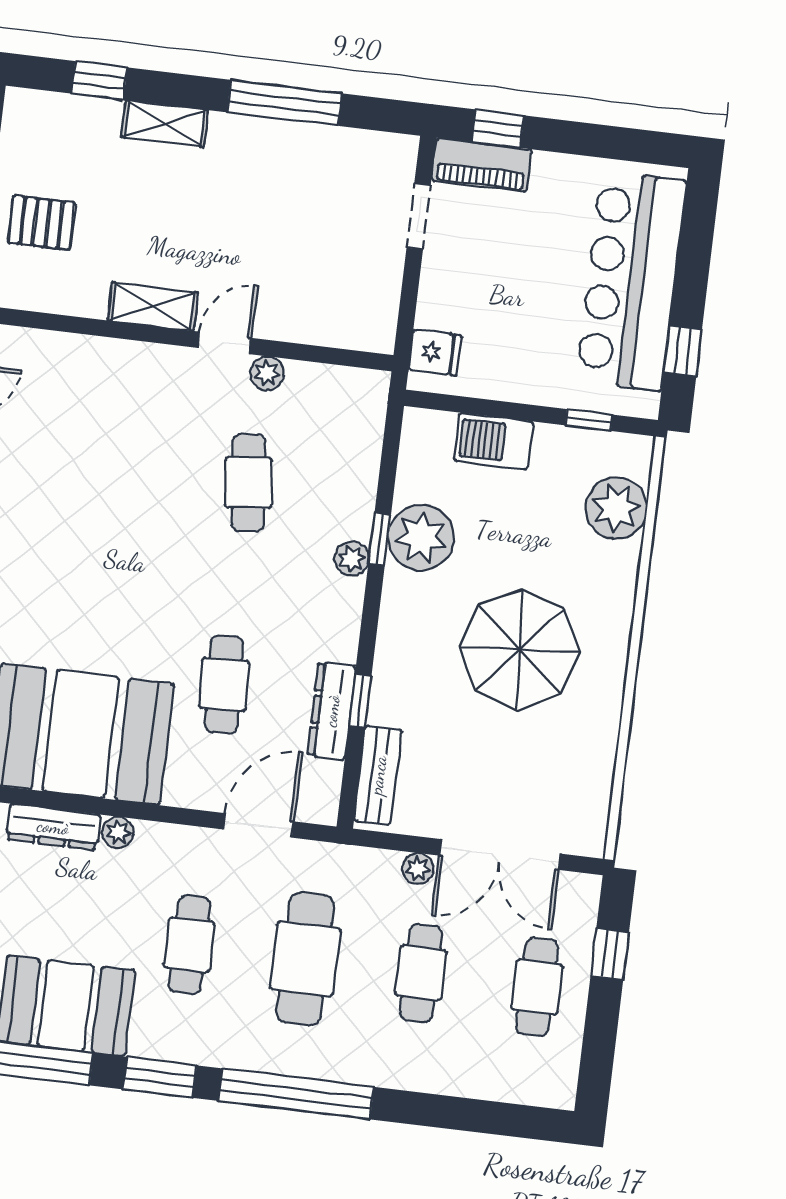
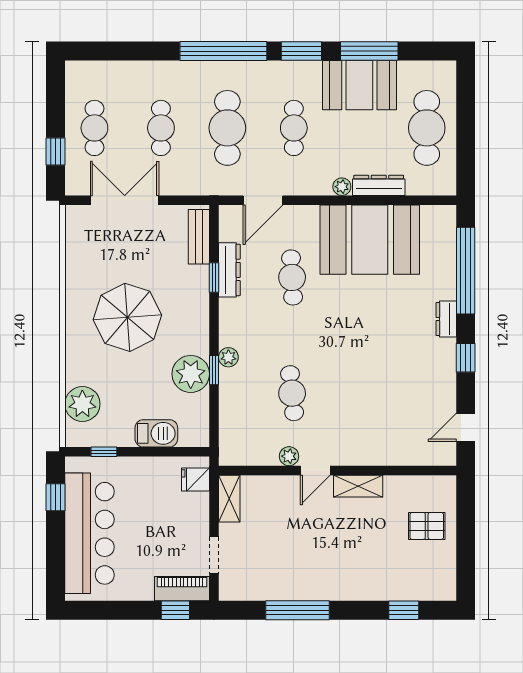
shelving: (165, 124) -> (229, 499), moved, turned 90
plant: (418, 869) -> (170, 187), removed

